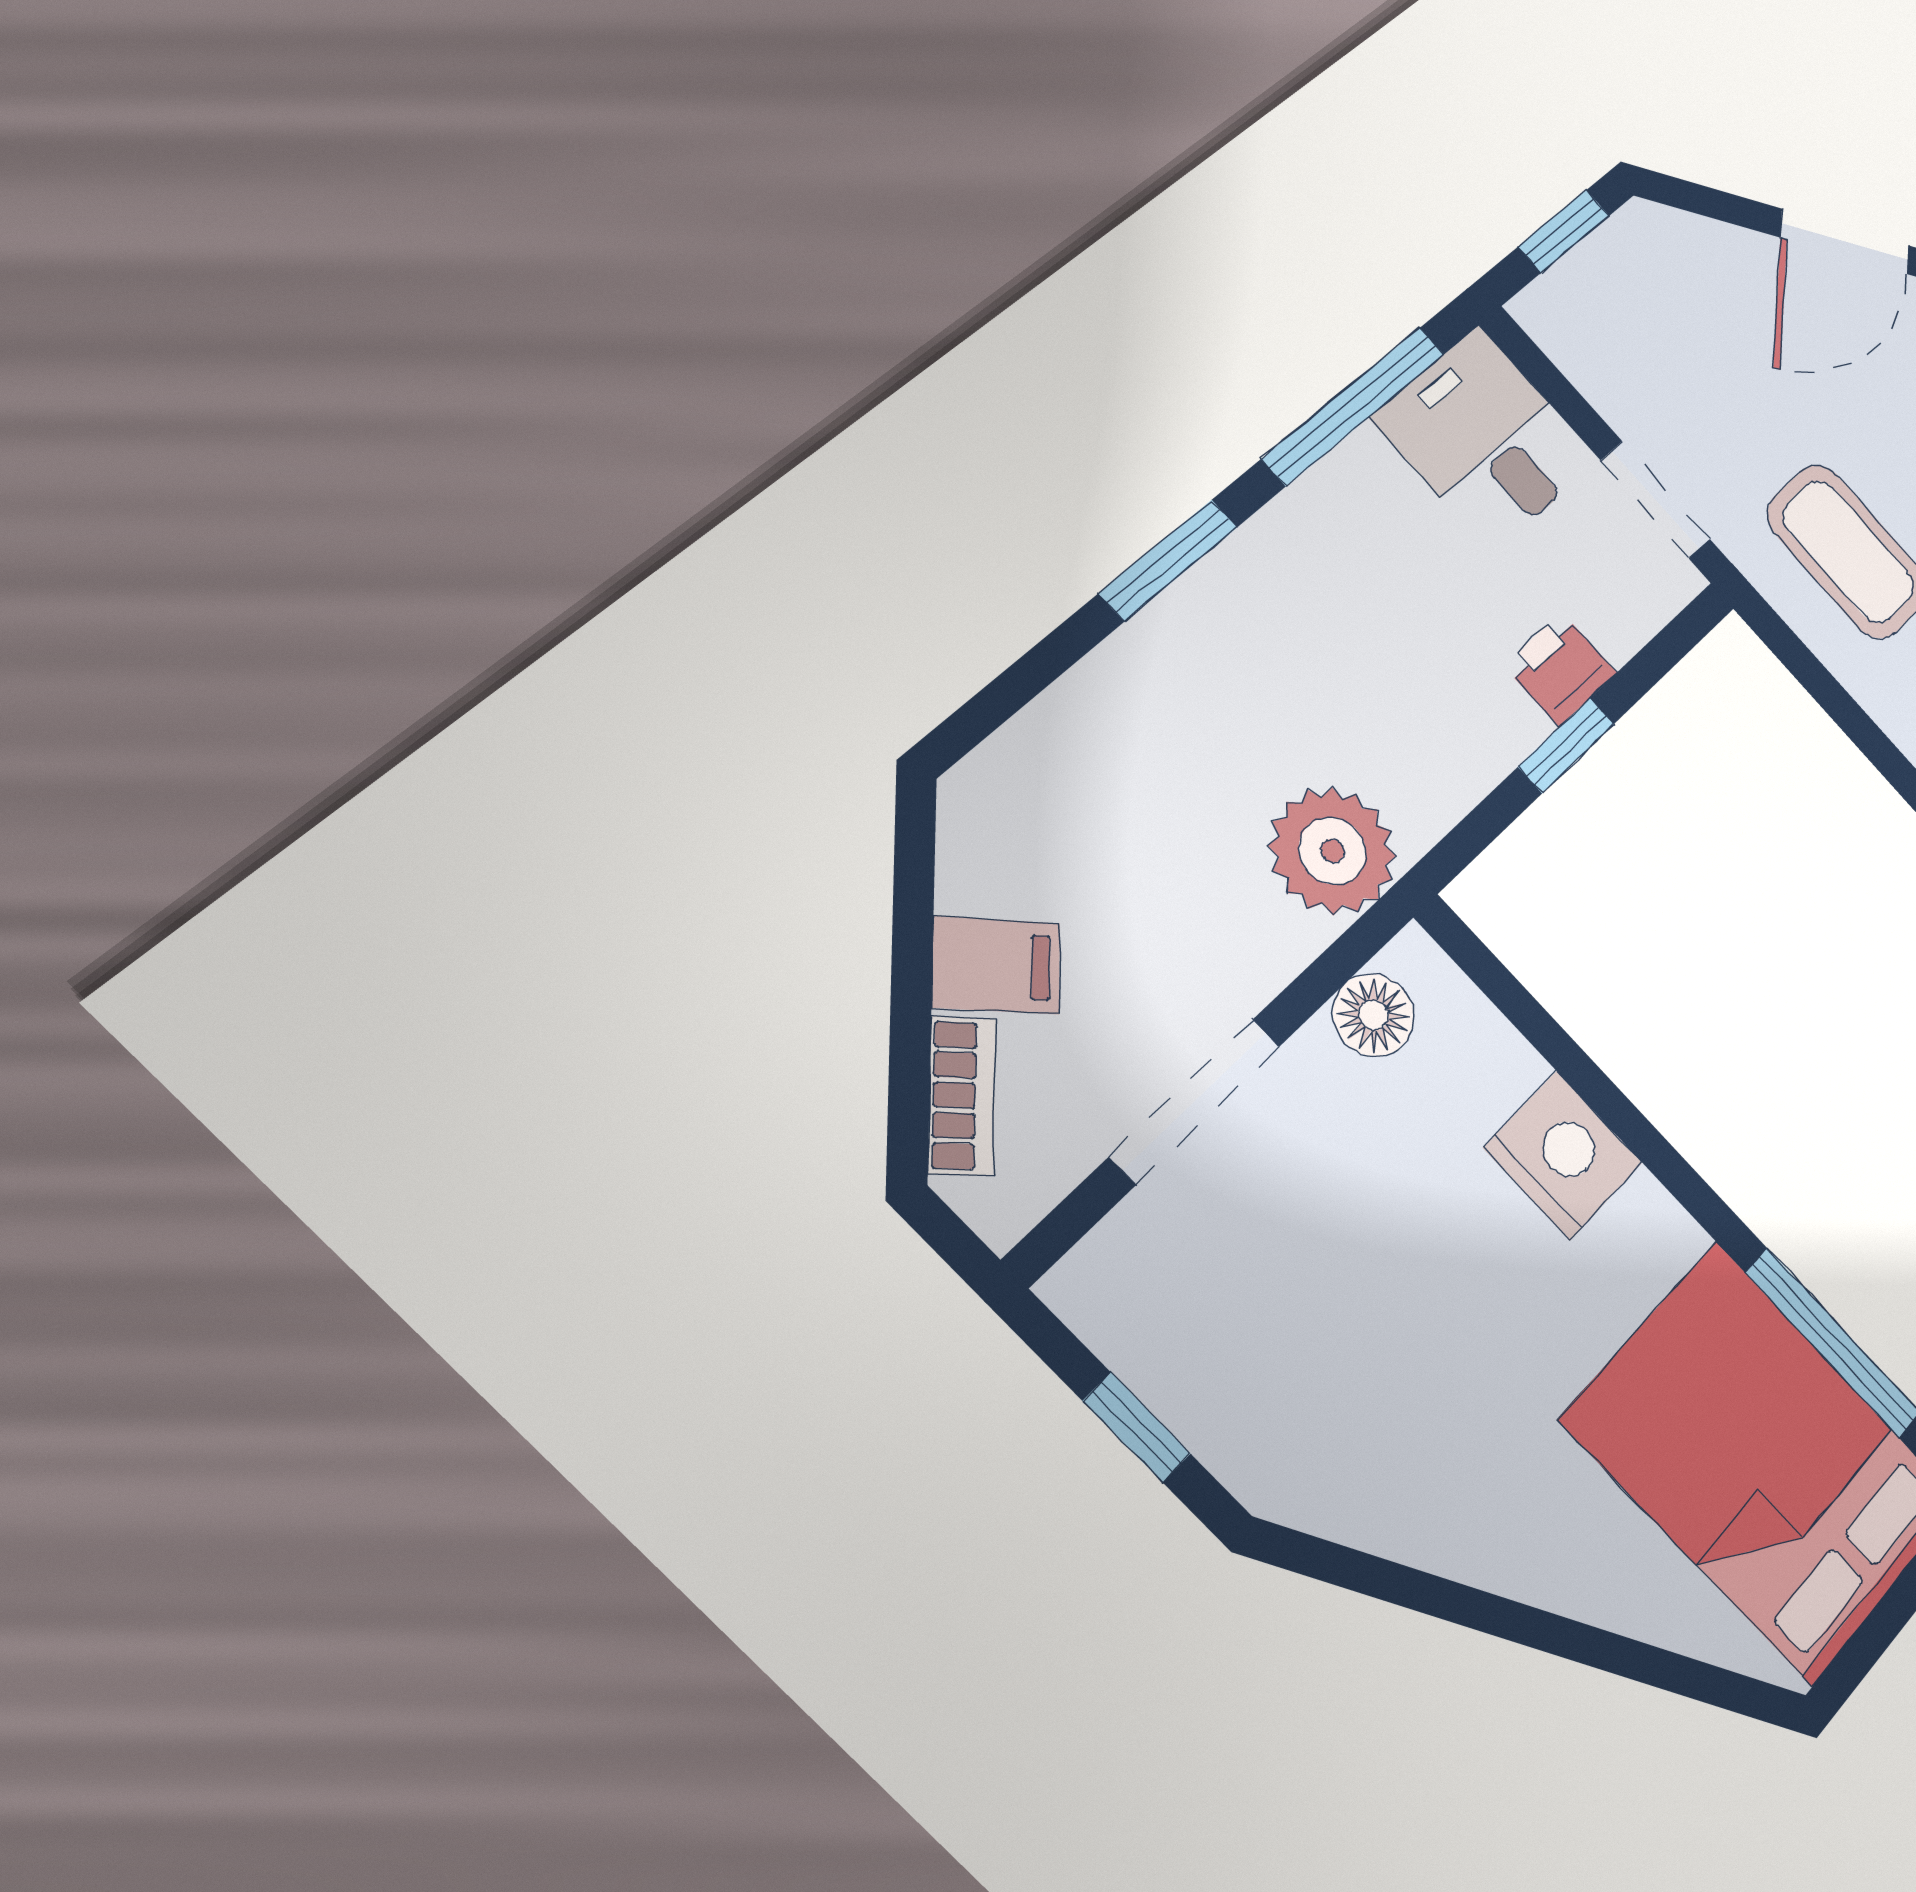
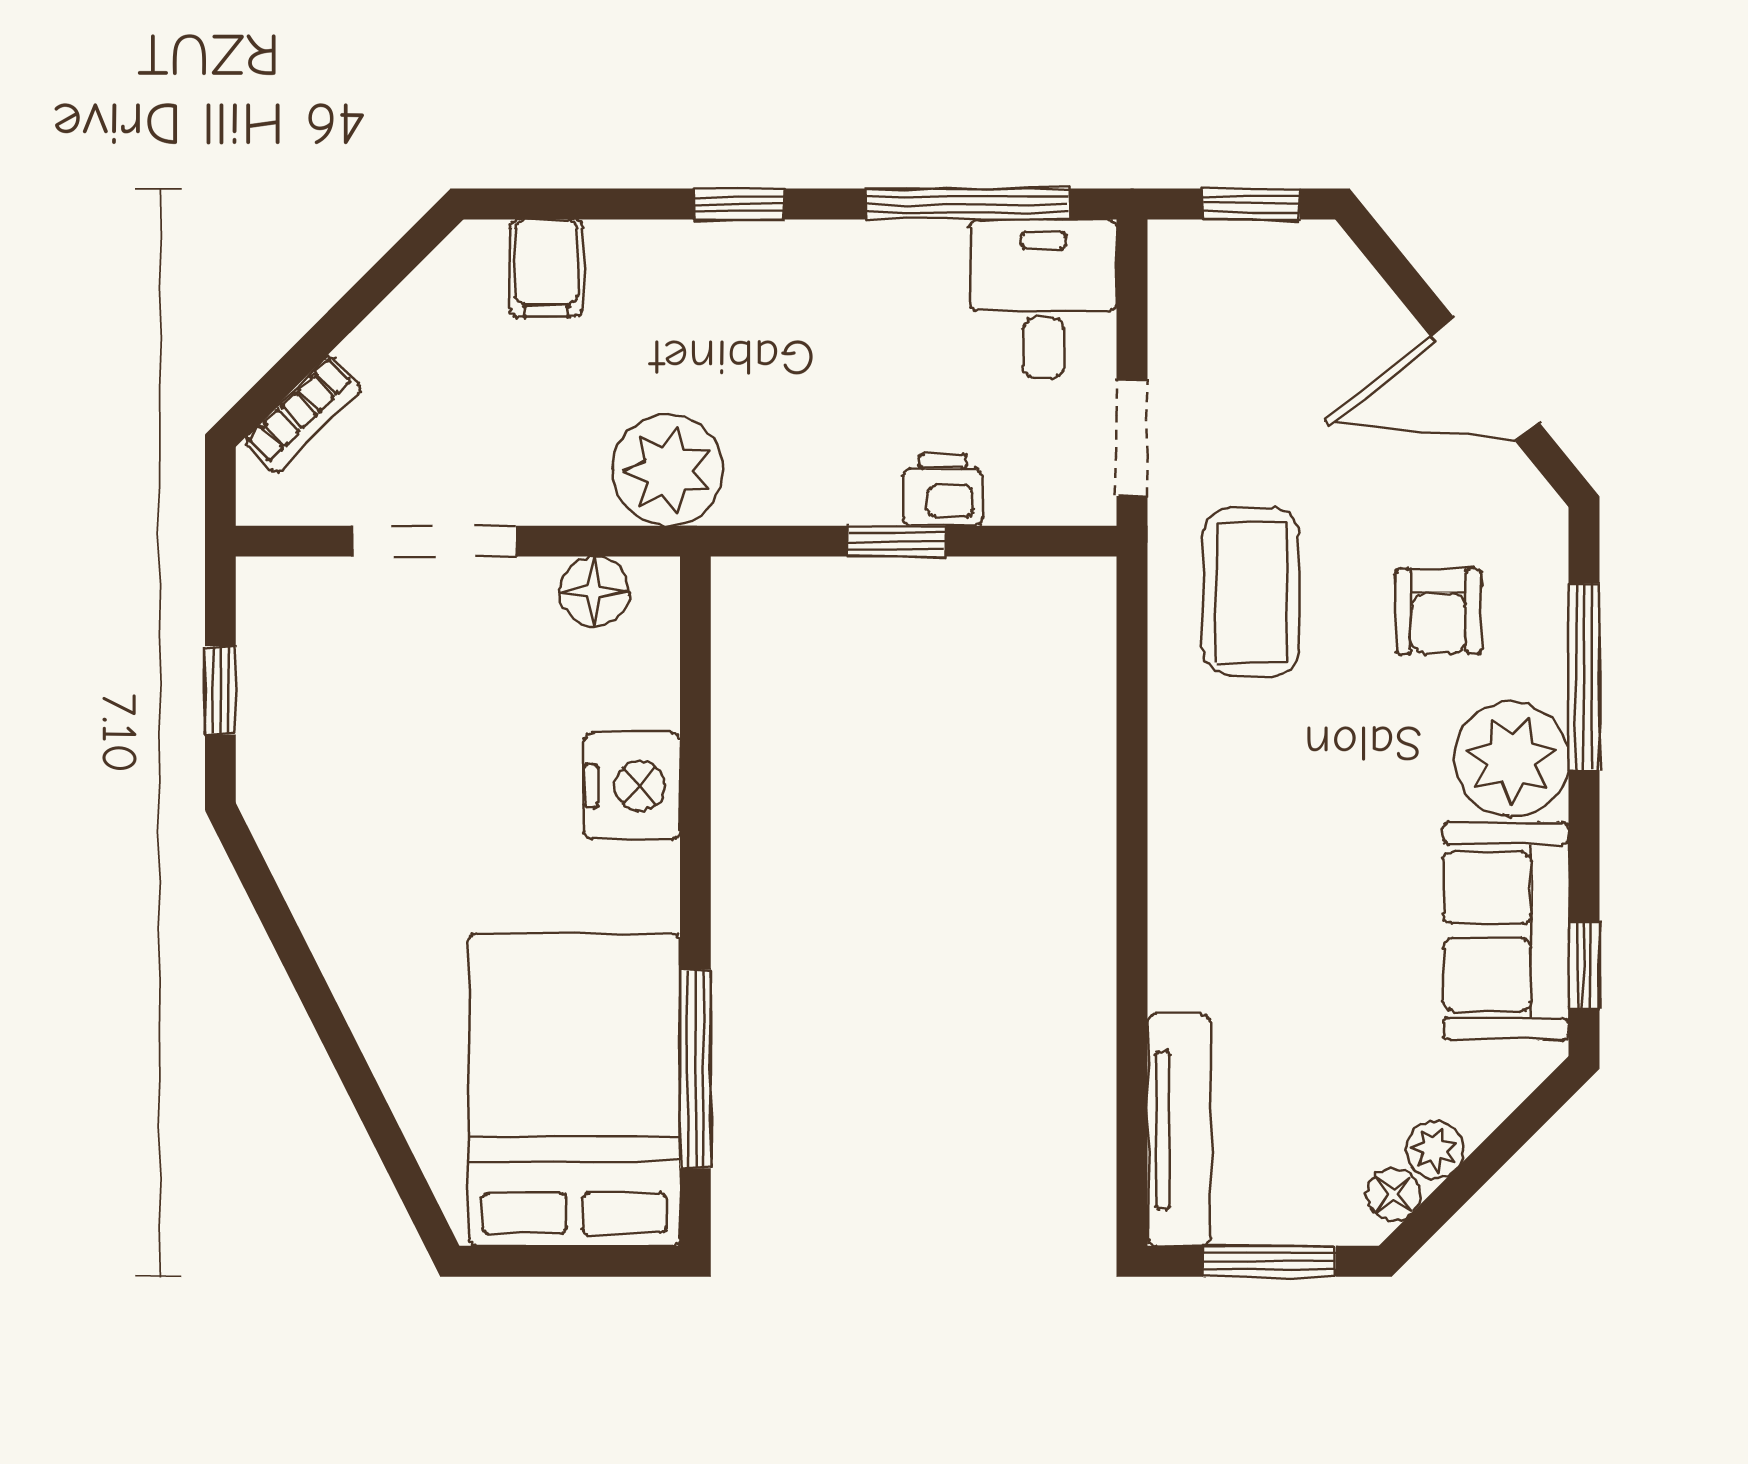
window: (1169, 560) -> (739, 204), width x0.67
filing cabinet: (996, 965) -> (546, 268), moved, turned 45

